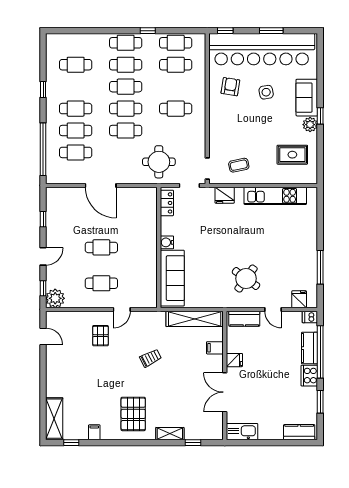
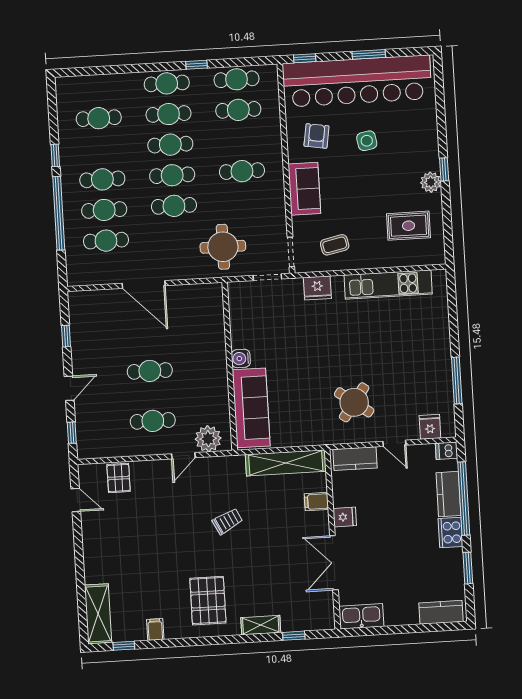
sofa: (307, 98) -> (304, 189), moved, turned 180
window: (43, 149) -> (59, 213), moved
locker: (167, 203) -> (237, 303), removed
plant: (55, 298) -> (208, 439), moved
pallet: (100, 336) -> (119, 478), moved

